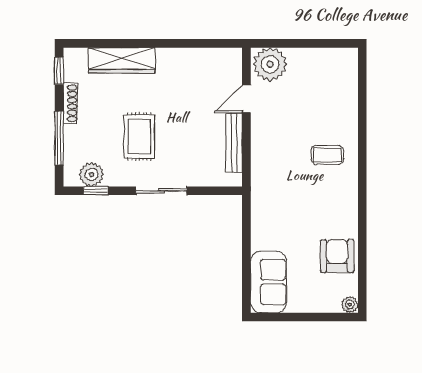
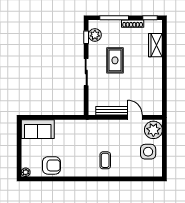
wardrobe: (122, 60) -> (155, 45), width x0.67
side table: (311, 74) -> (148, 152), added
rug: (139, 137) -> (115, 60), turned 90

